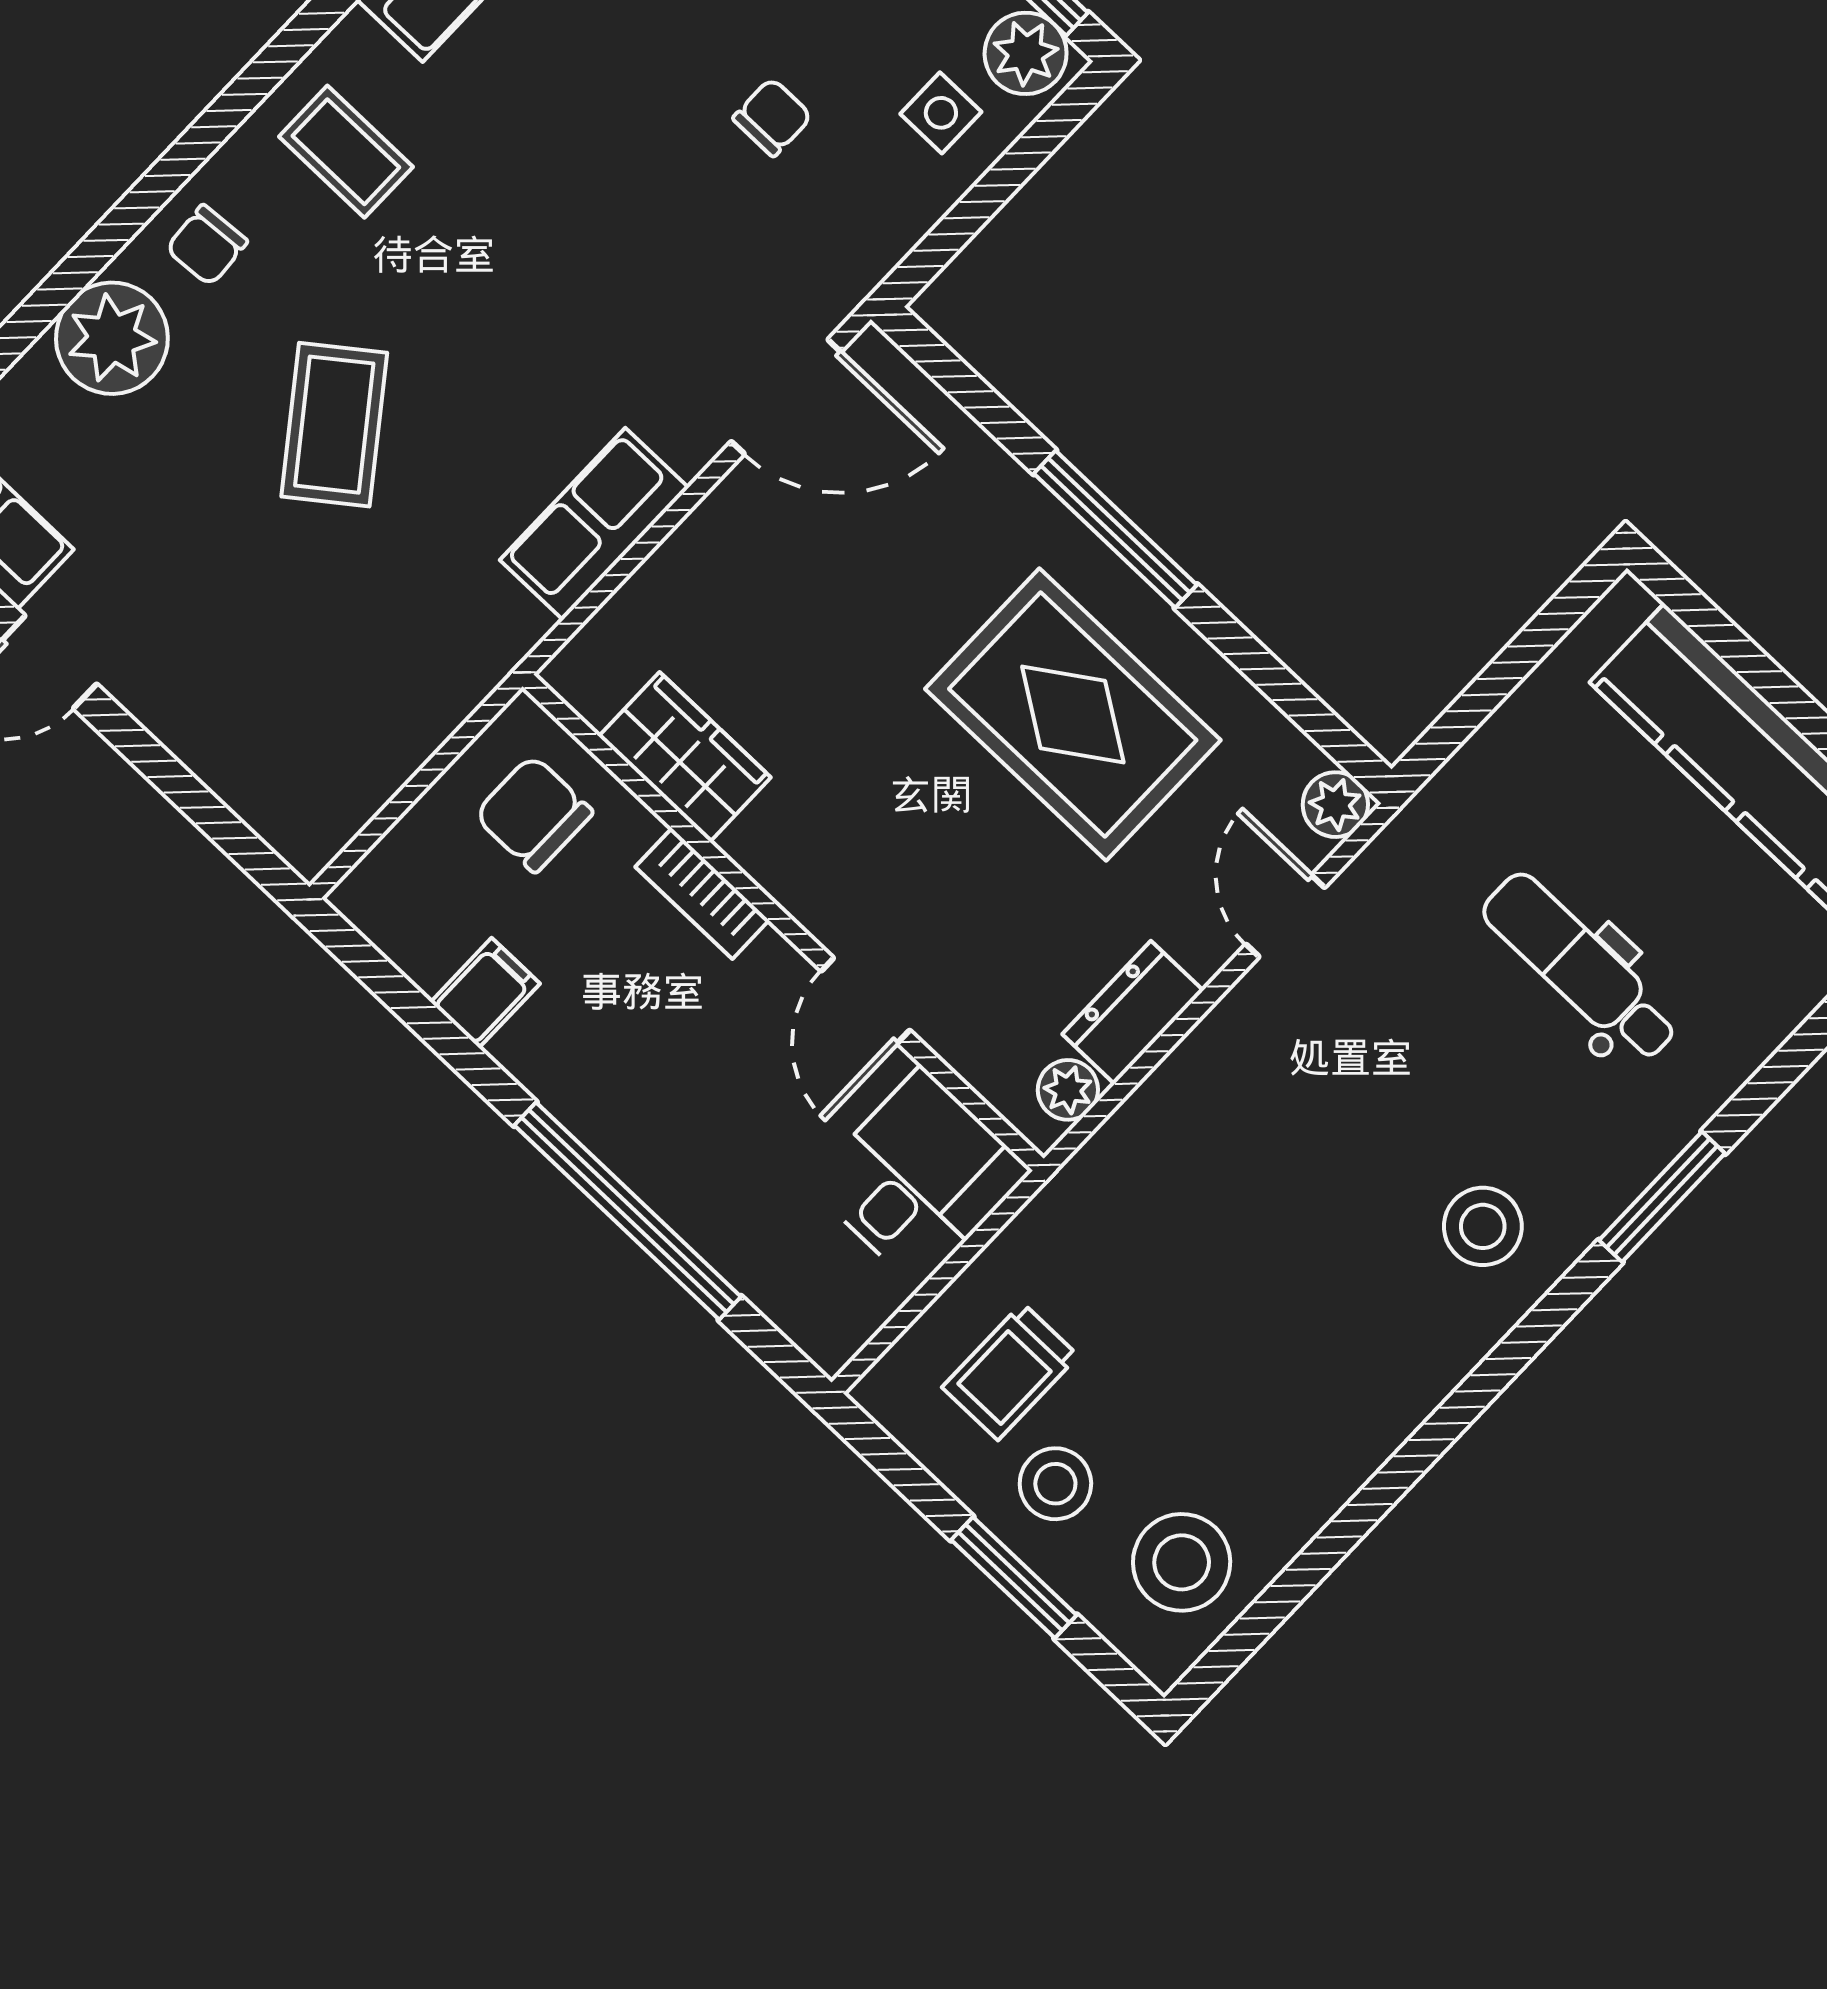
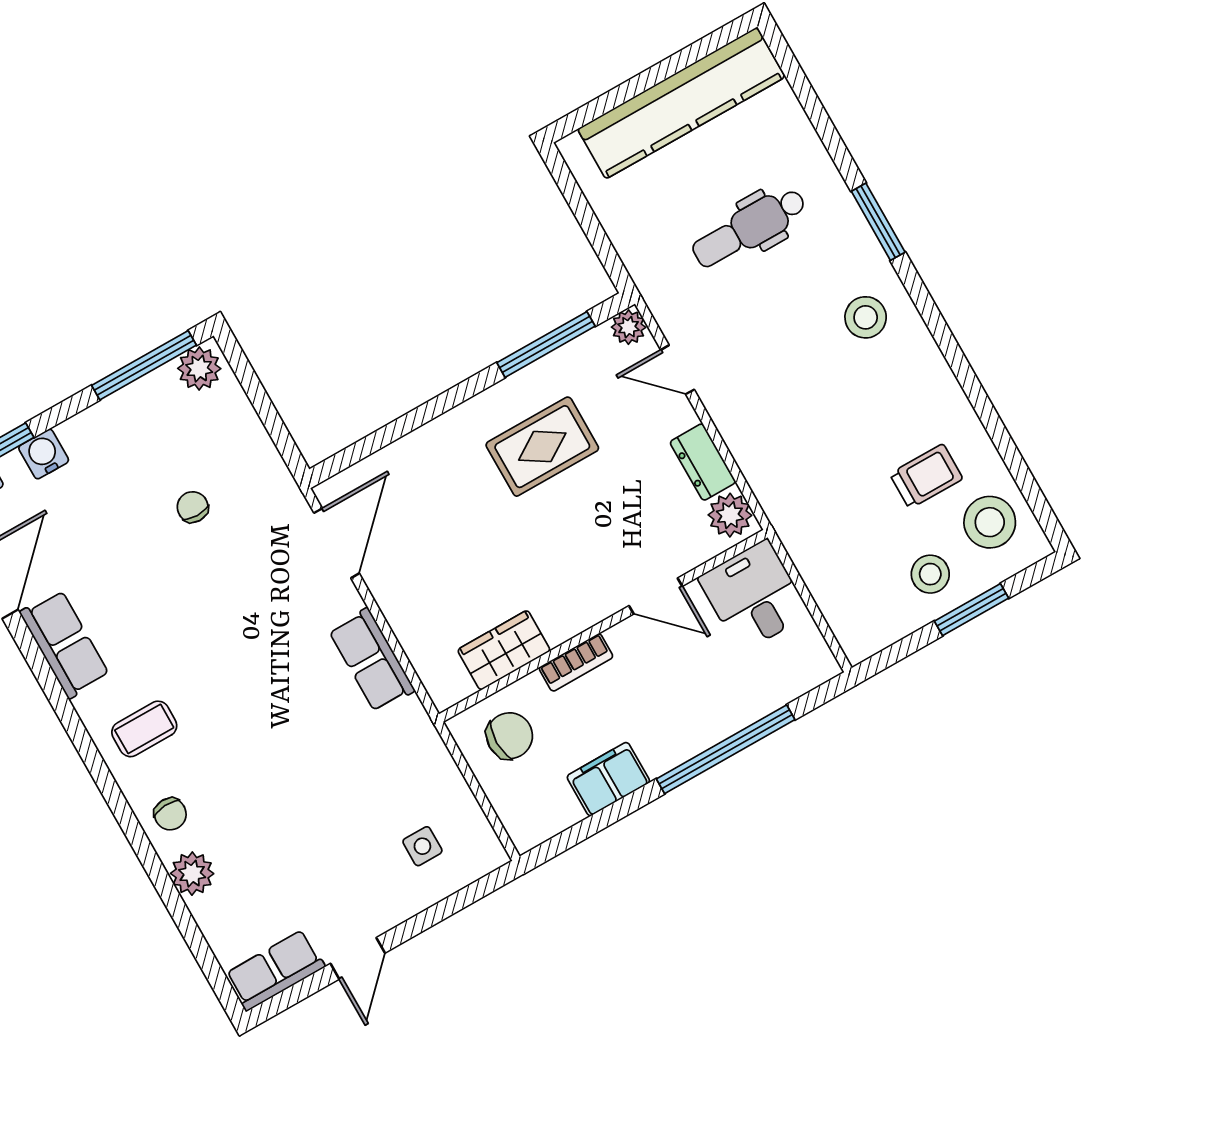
side table: (941, 113) -> (422, 846), moved
plant: (112, 338) -> (192, 874), width x0.73, depth x0.73
coffee table: (334, 425) -> (281, 777), removed
window: (1115, 529) -> (546, 344), moved
rug: (1073, 714) -> (542, 447), width x0.73, depth x0.70
chair: (534, 814) -> (509, 736), turned 180
filing cabinet: (485, 993) -> (608, 779), width x2.00
plant: (1068, 1090) -> (730, 515), width x1.38, depth x1.38
trolley: (1010, 1372) -> (926, 476), moved, turned -90

